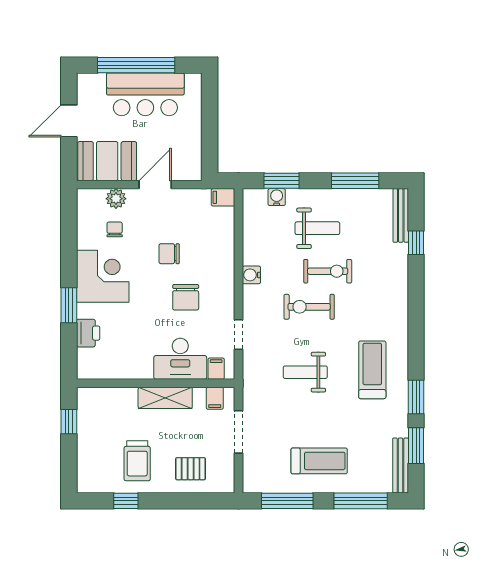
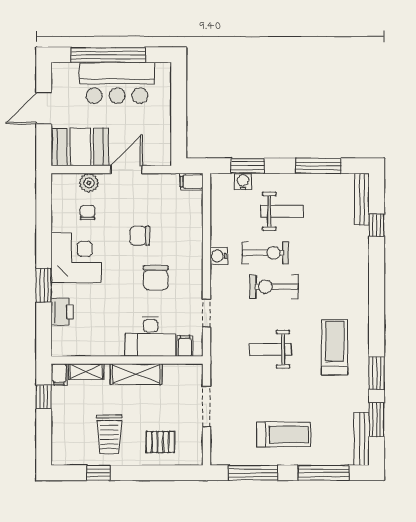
exercise bike: (328, 271) -> (265, 253), moved
shelving: (113, 395) -> (86, 372), added
filing cabinet: (215, 398) -> (59, 374), moved

